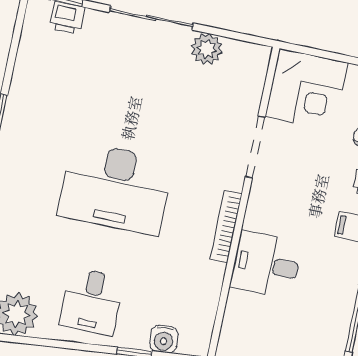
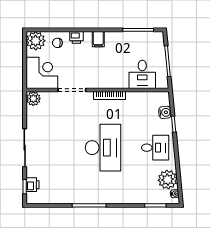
plant: (207, 49) -> (33, 99), moved
desk: (266, 265) -> (142, 74), moved

